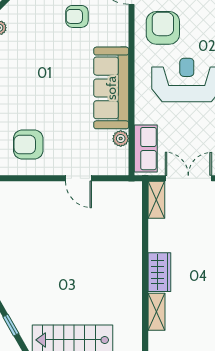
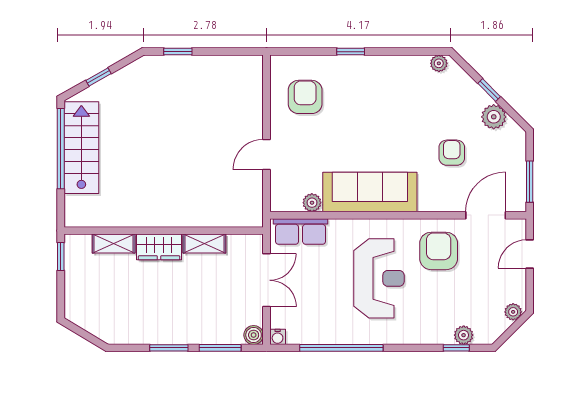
armchair: (163, 28) -> (439, 251), turned -90
shelving: (156, 200) -> (204, 244), moved

